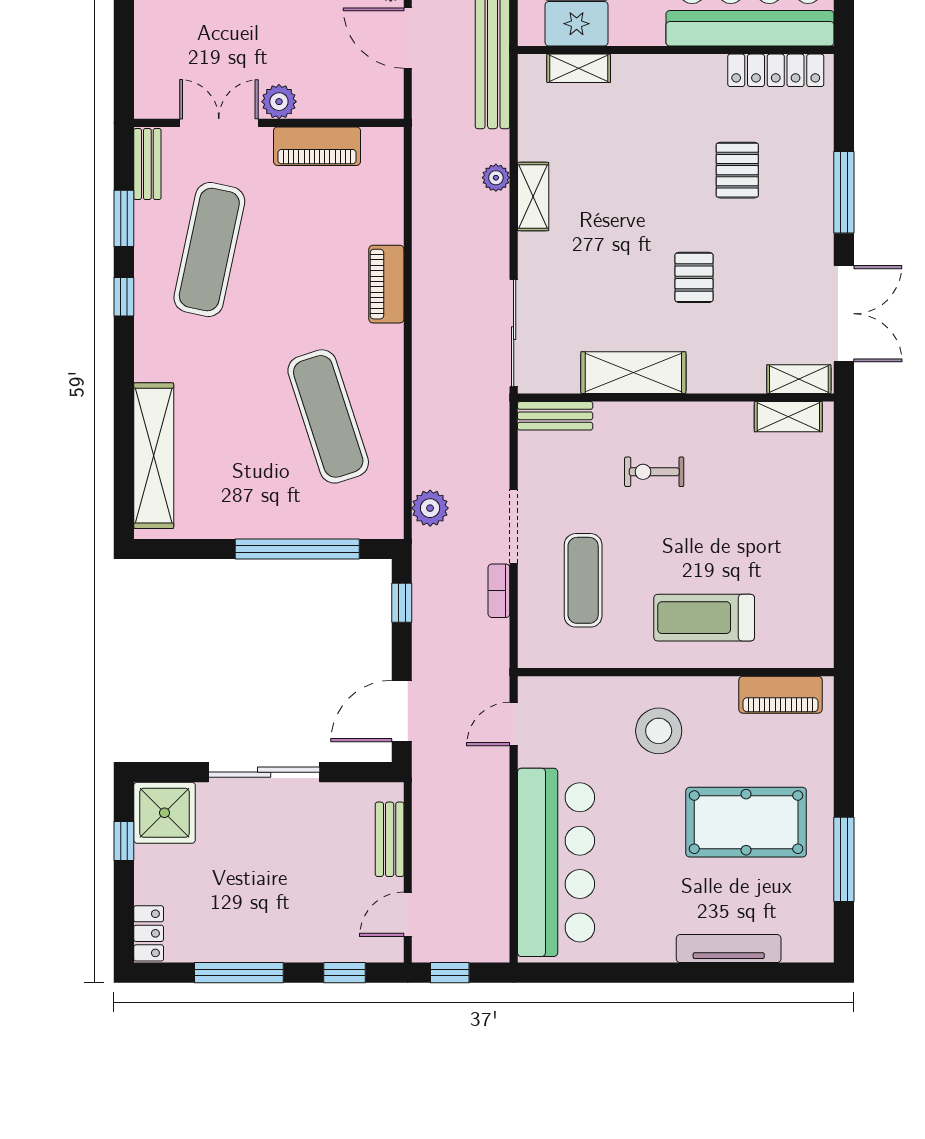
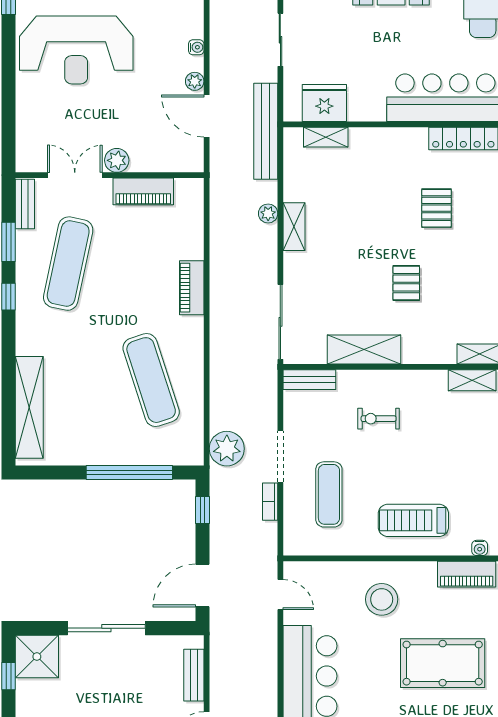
plant: (430, 508) -> (227, 449), width x1.36, depth x1.36
water cooler: (799, 657) -> (480, 548), added
door: (514, 724) -> (280, 595), swing flipped

